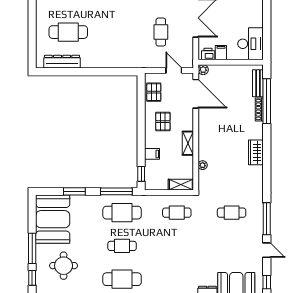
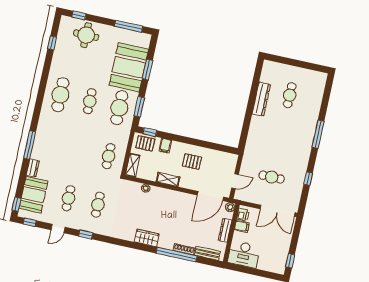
cafe table: (68, 32) -> (290, 95), width x0.73, depth x0.74
dresser: (62, 62) -> (261, 99), moved
dresser: (229, 70) -> (225, 230), added
pallet: (154, 92) -> (145, 143), moved
window: (267, 101) -> (176, 255), moved
window: (116, 191) -> (139, 107), width x0.69
booth: (53, 219) -> (129, 67), moved, turned 90
window: (267, 219) -> (86, 235), width x0.46
cafe table: (232, 246) -> (68, 198), added
window: (32, 248) -> (129, 26), moved
round table: (64, 266) -> (86, 35), moved

